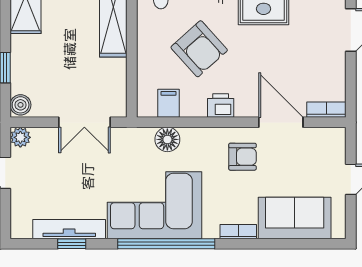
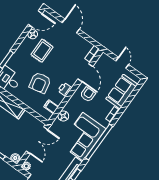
armchair: (199, 49) -> (40, 83), turned 120
double door: (84, 122) -> (37, 140), width x1.37
door: (281, 122) -> (85, 73), swing flipped

